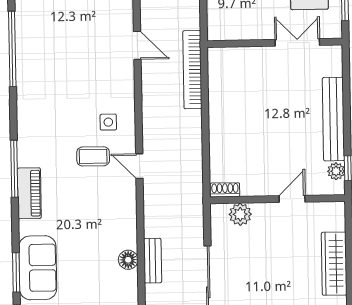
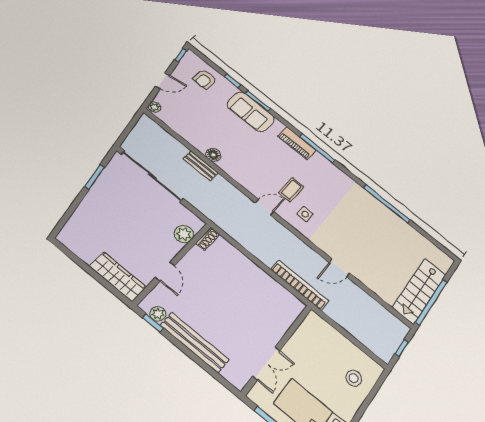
wardrobe: (334, 264) -> (118, 277), moved

